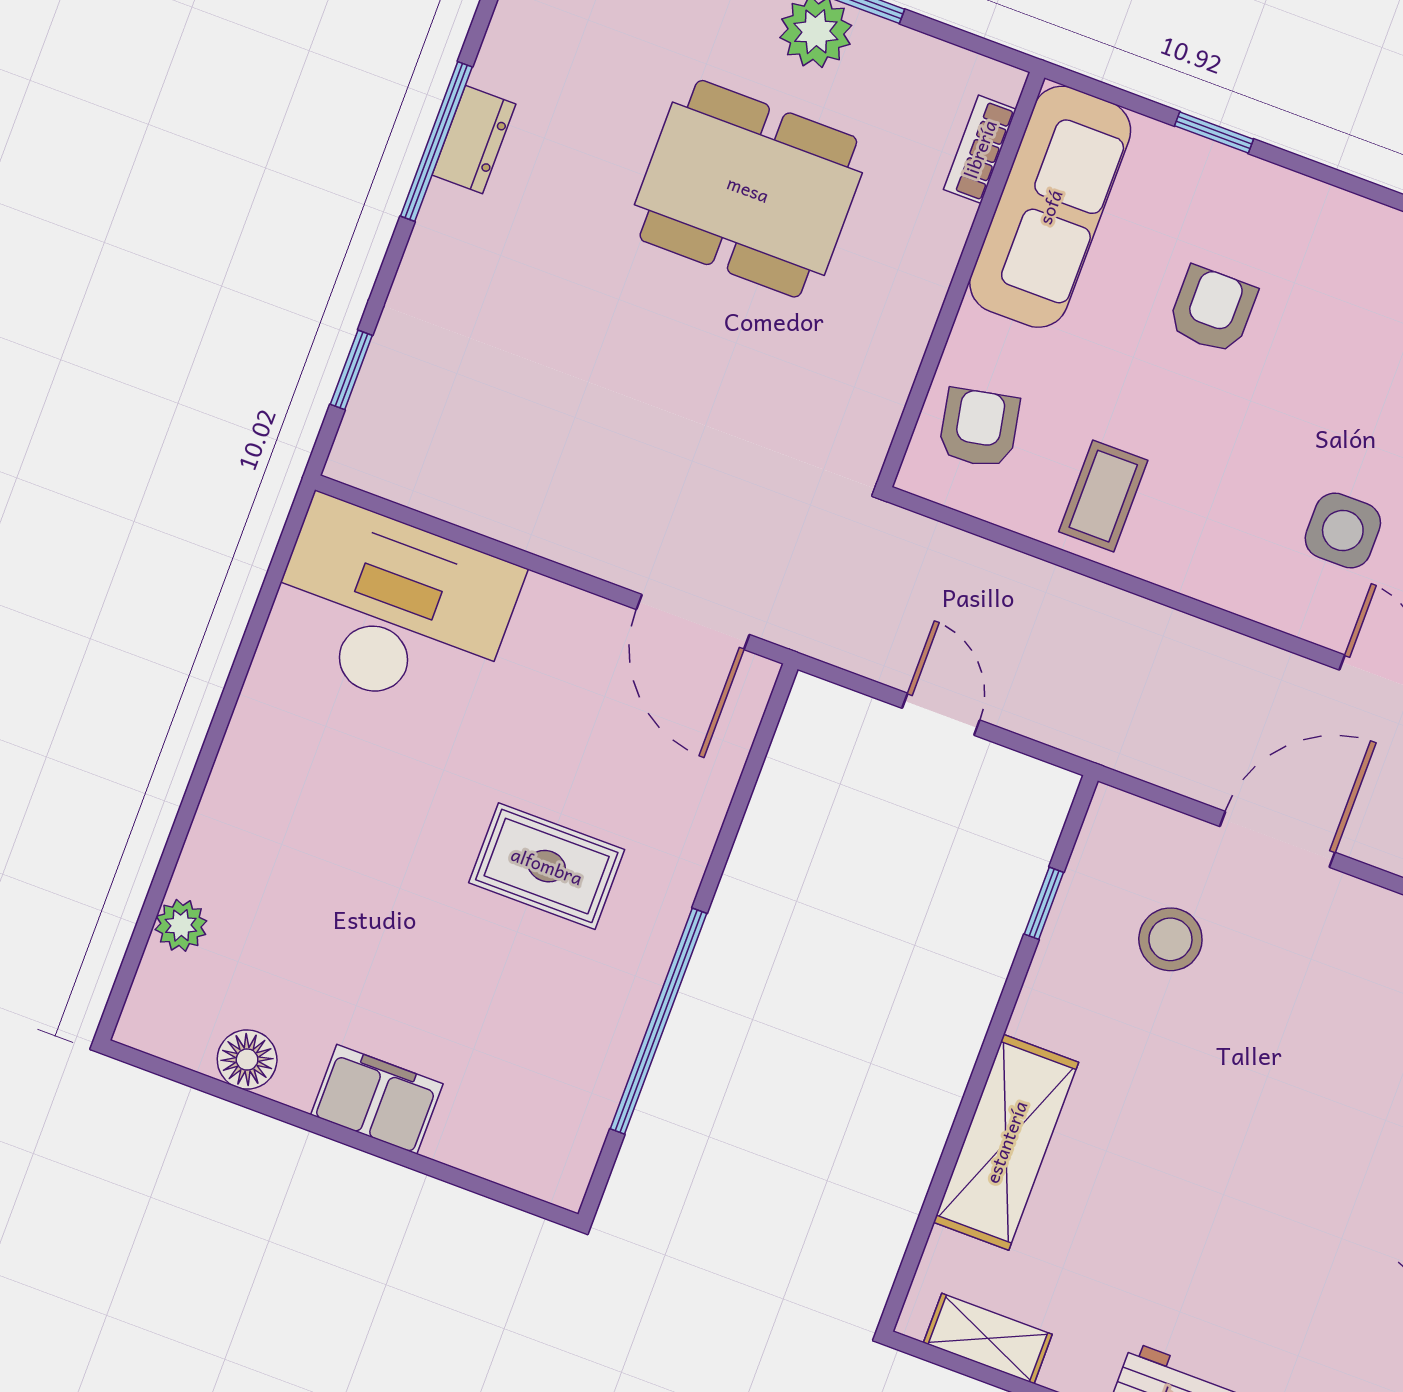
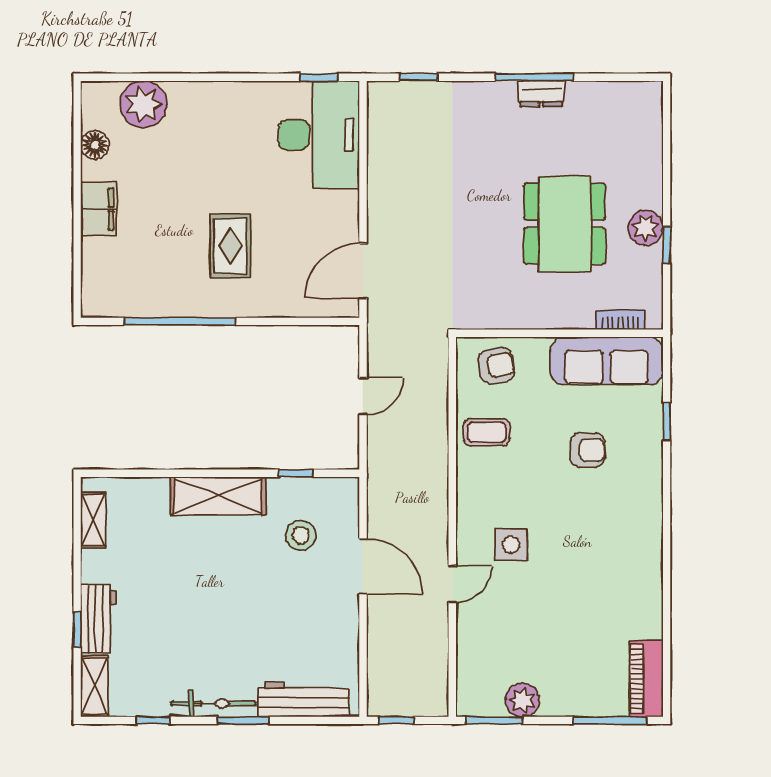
window: (278, 568) -> (318, 77), added
plant: (181, 925) -> (143, 104), width x1.88, depth x1.88
shelving: (1006, 1142) -> (218, 496), moved

